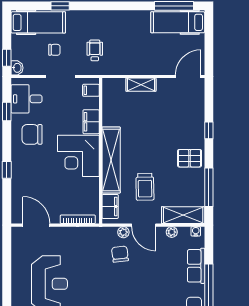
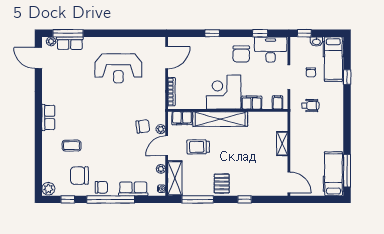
washbasin: (17, 68) -> (316, 42), moved
desk: (27, 99) -> (270, 49), width x1.37
chair: (32, 134) -> (241, 54), turned 180

